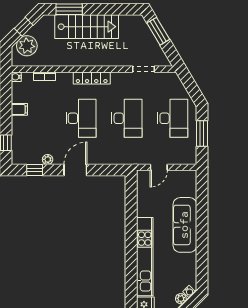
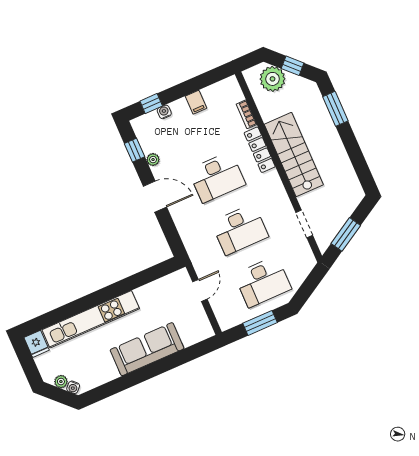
stairs: (87, 27) -> (294, 154), moved, turned 180
window: (158, 31) -> (346, 234), moved
water cooler: (16, 77) -> (164, 112), moved
locker: (92, 78) -> (260, 150), moved
door: (159, 167) -> (200, 290), swing flipped

